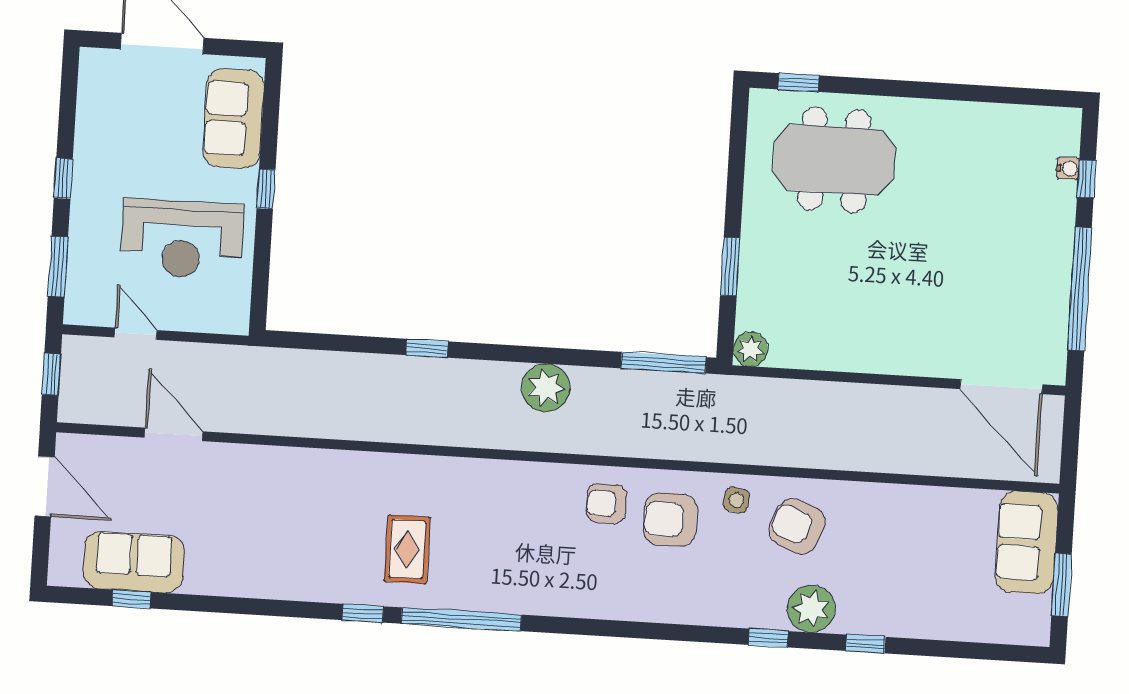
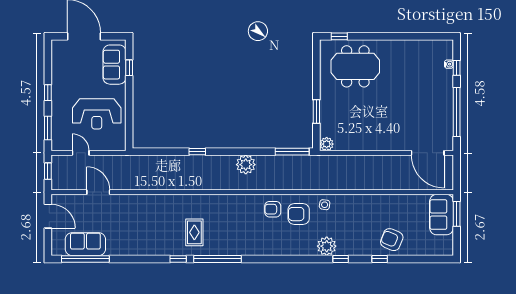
window: (266, 189) -> (129, 68), moved
armchair: (797, 526) -> (392, 240), moved
window: (1062, 585) -> (457, 214), moved
window: (131, 599) -> (85, 259), width x3.17
plant: (811, 609) -> (327, 246), moved

